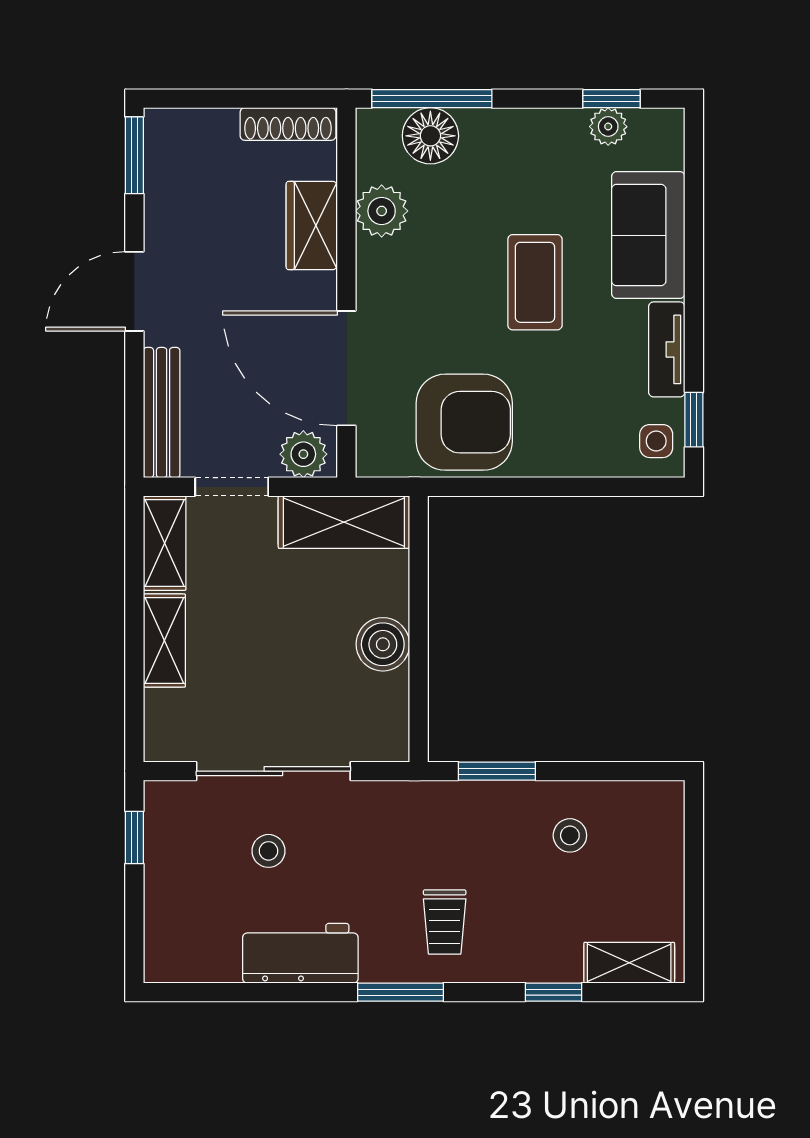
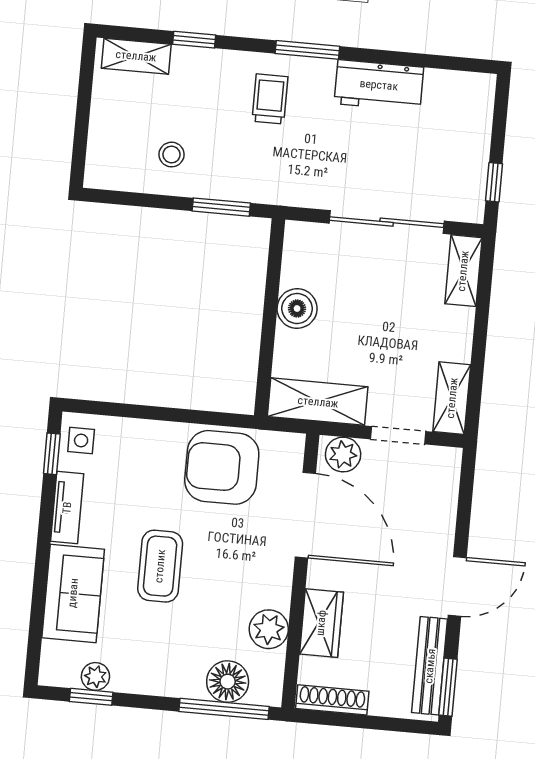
bench: (162, 413) -> (430, 666), moved
shelving: (164, 641) -> (463, 271), moved
stool: (268, 851) -> (396, 163), removed

